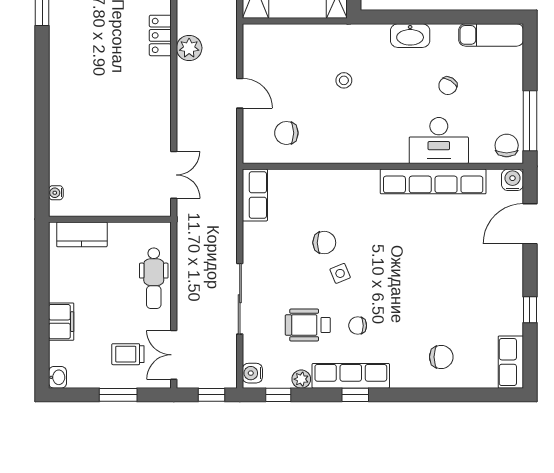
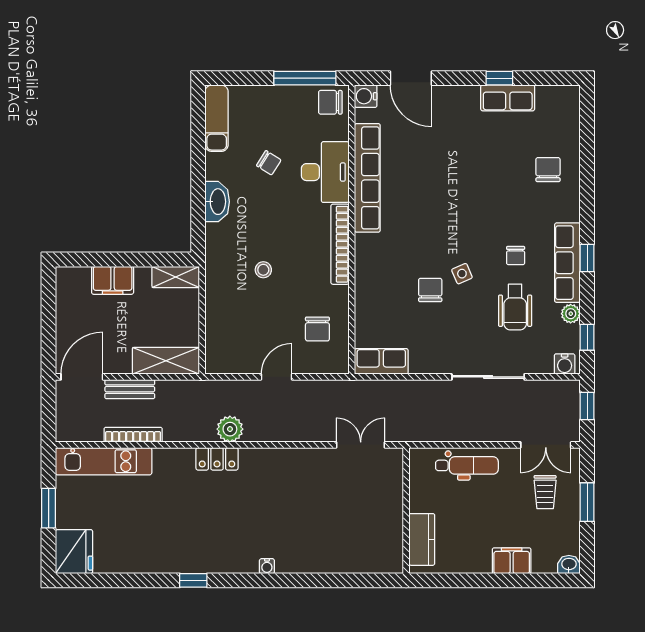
bookcase: (369, 155) -> (340, 244), added
water cooler: (56, 193) -> (267, 566), moved
row of seats: (511, 362) -> (508, 98), moved

